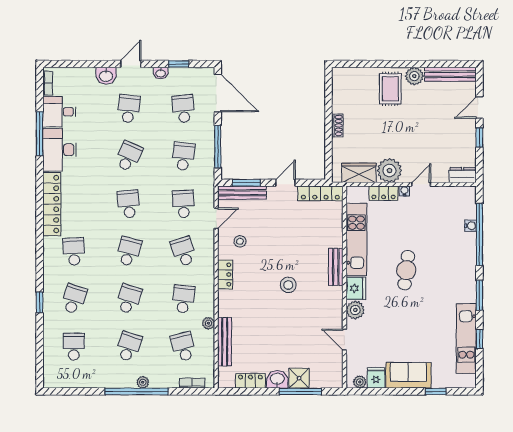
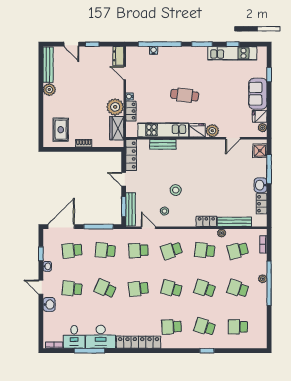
rug: (390, 89) -> (61, 130), moved, turned 90
door: (421, 184) -> (125, 73), moved
bench: (336, 267) -> (163, 144), moved
locker: (225, 275) -> (206, 221), moved
stool: (288, 285) -> (176, 190), moved
shower: (299, 378) -> (260, 151), moved

